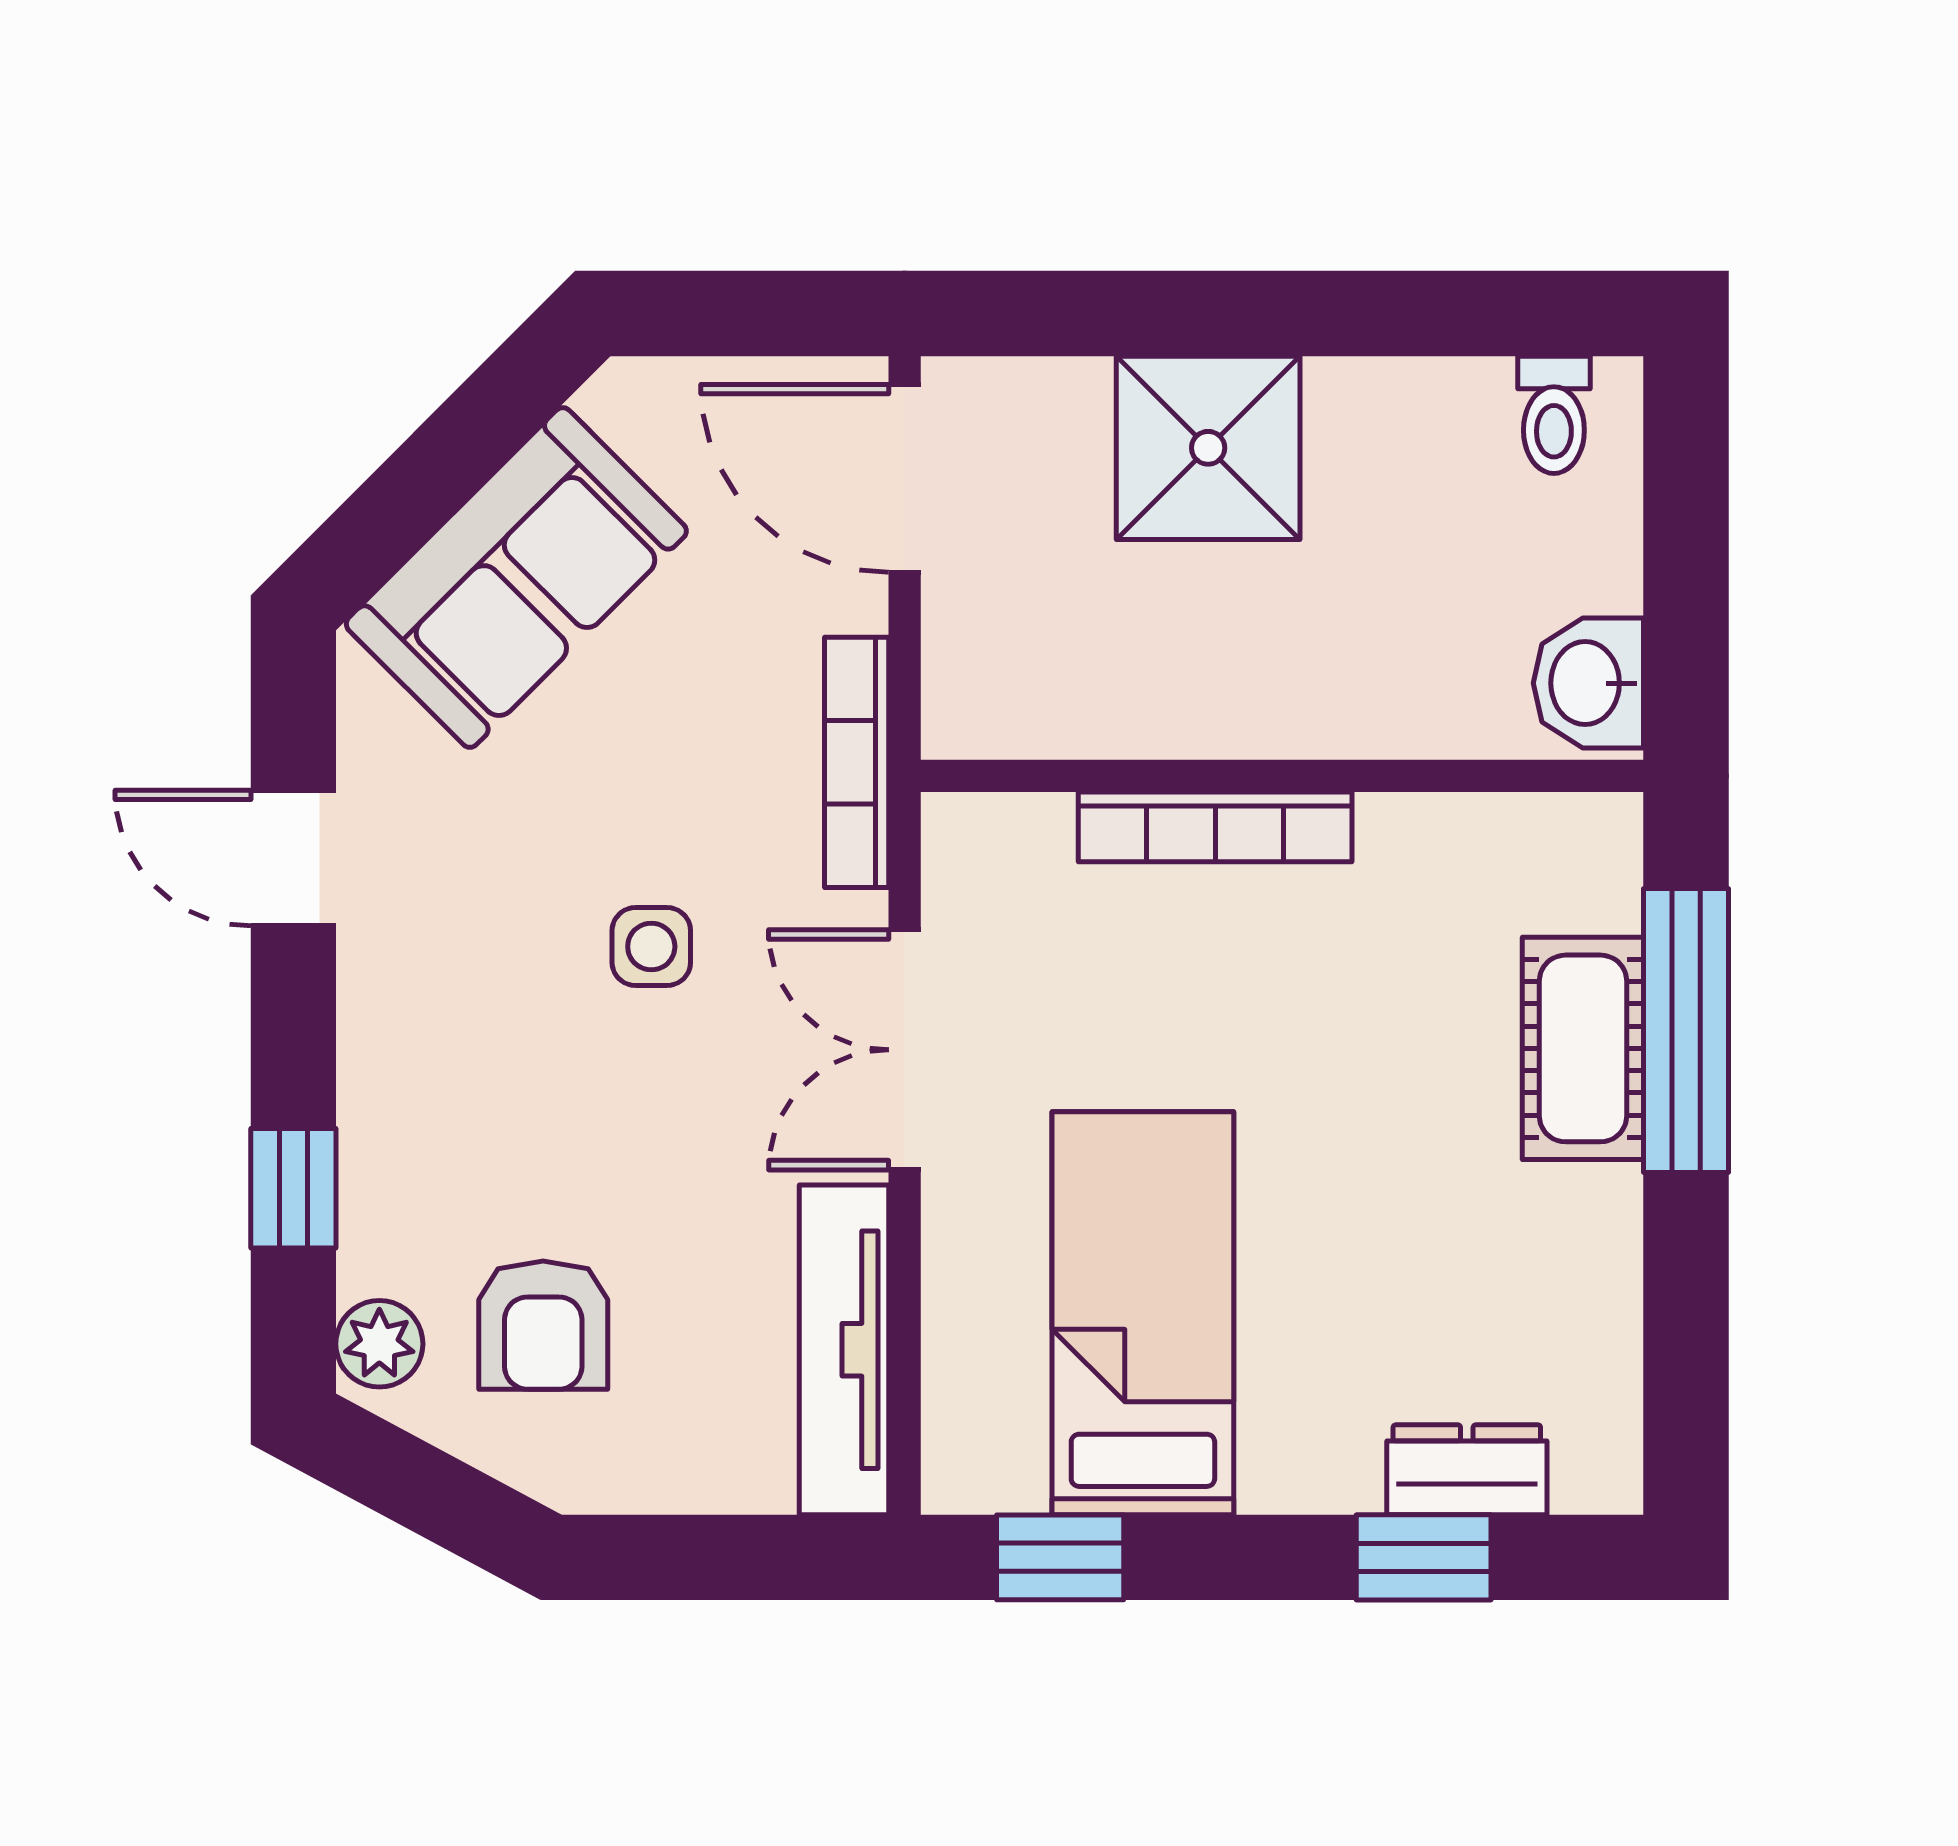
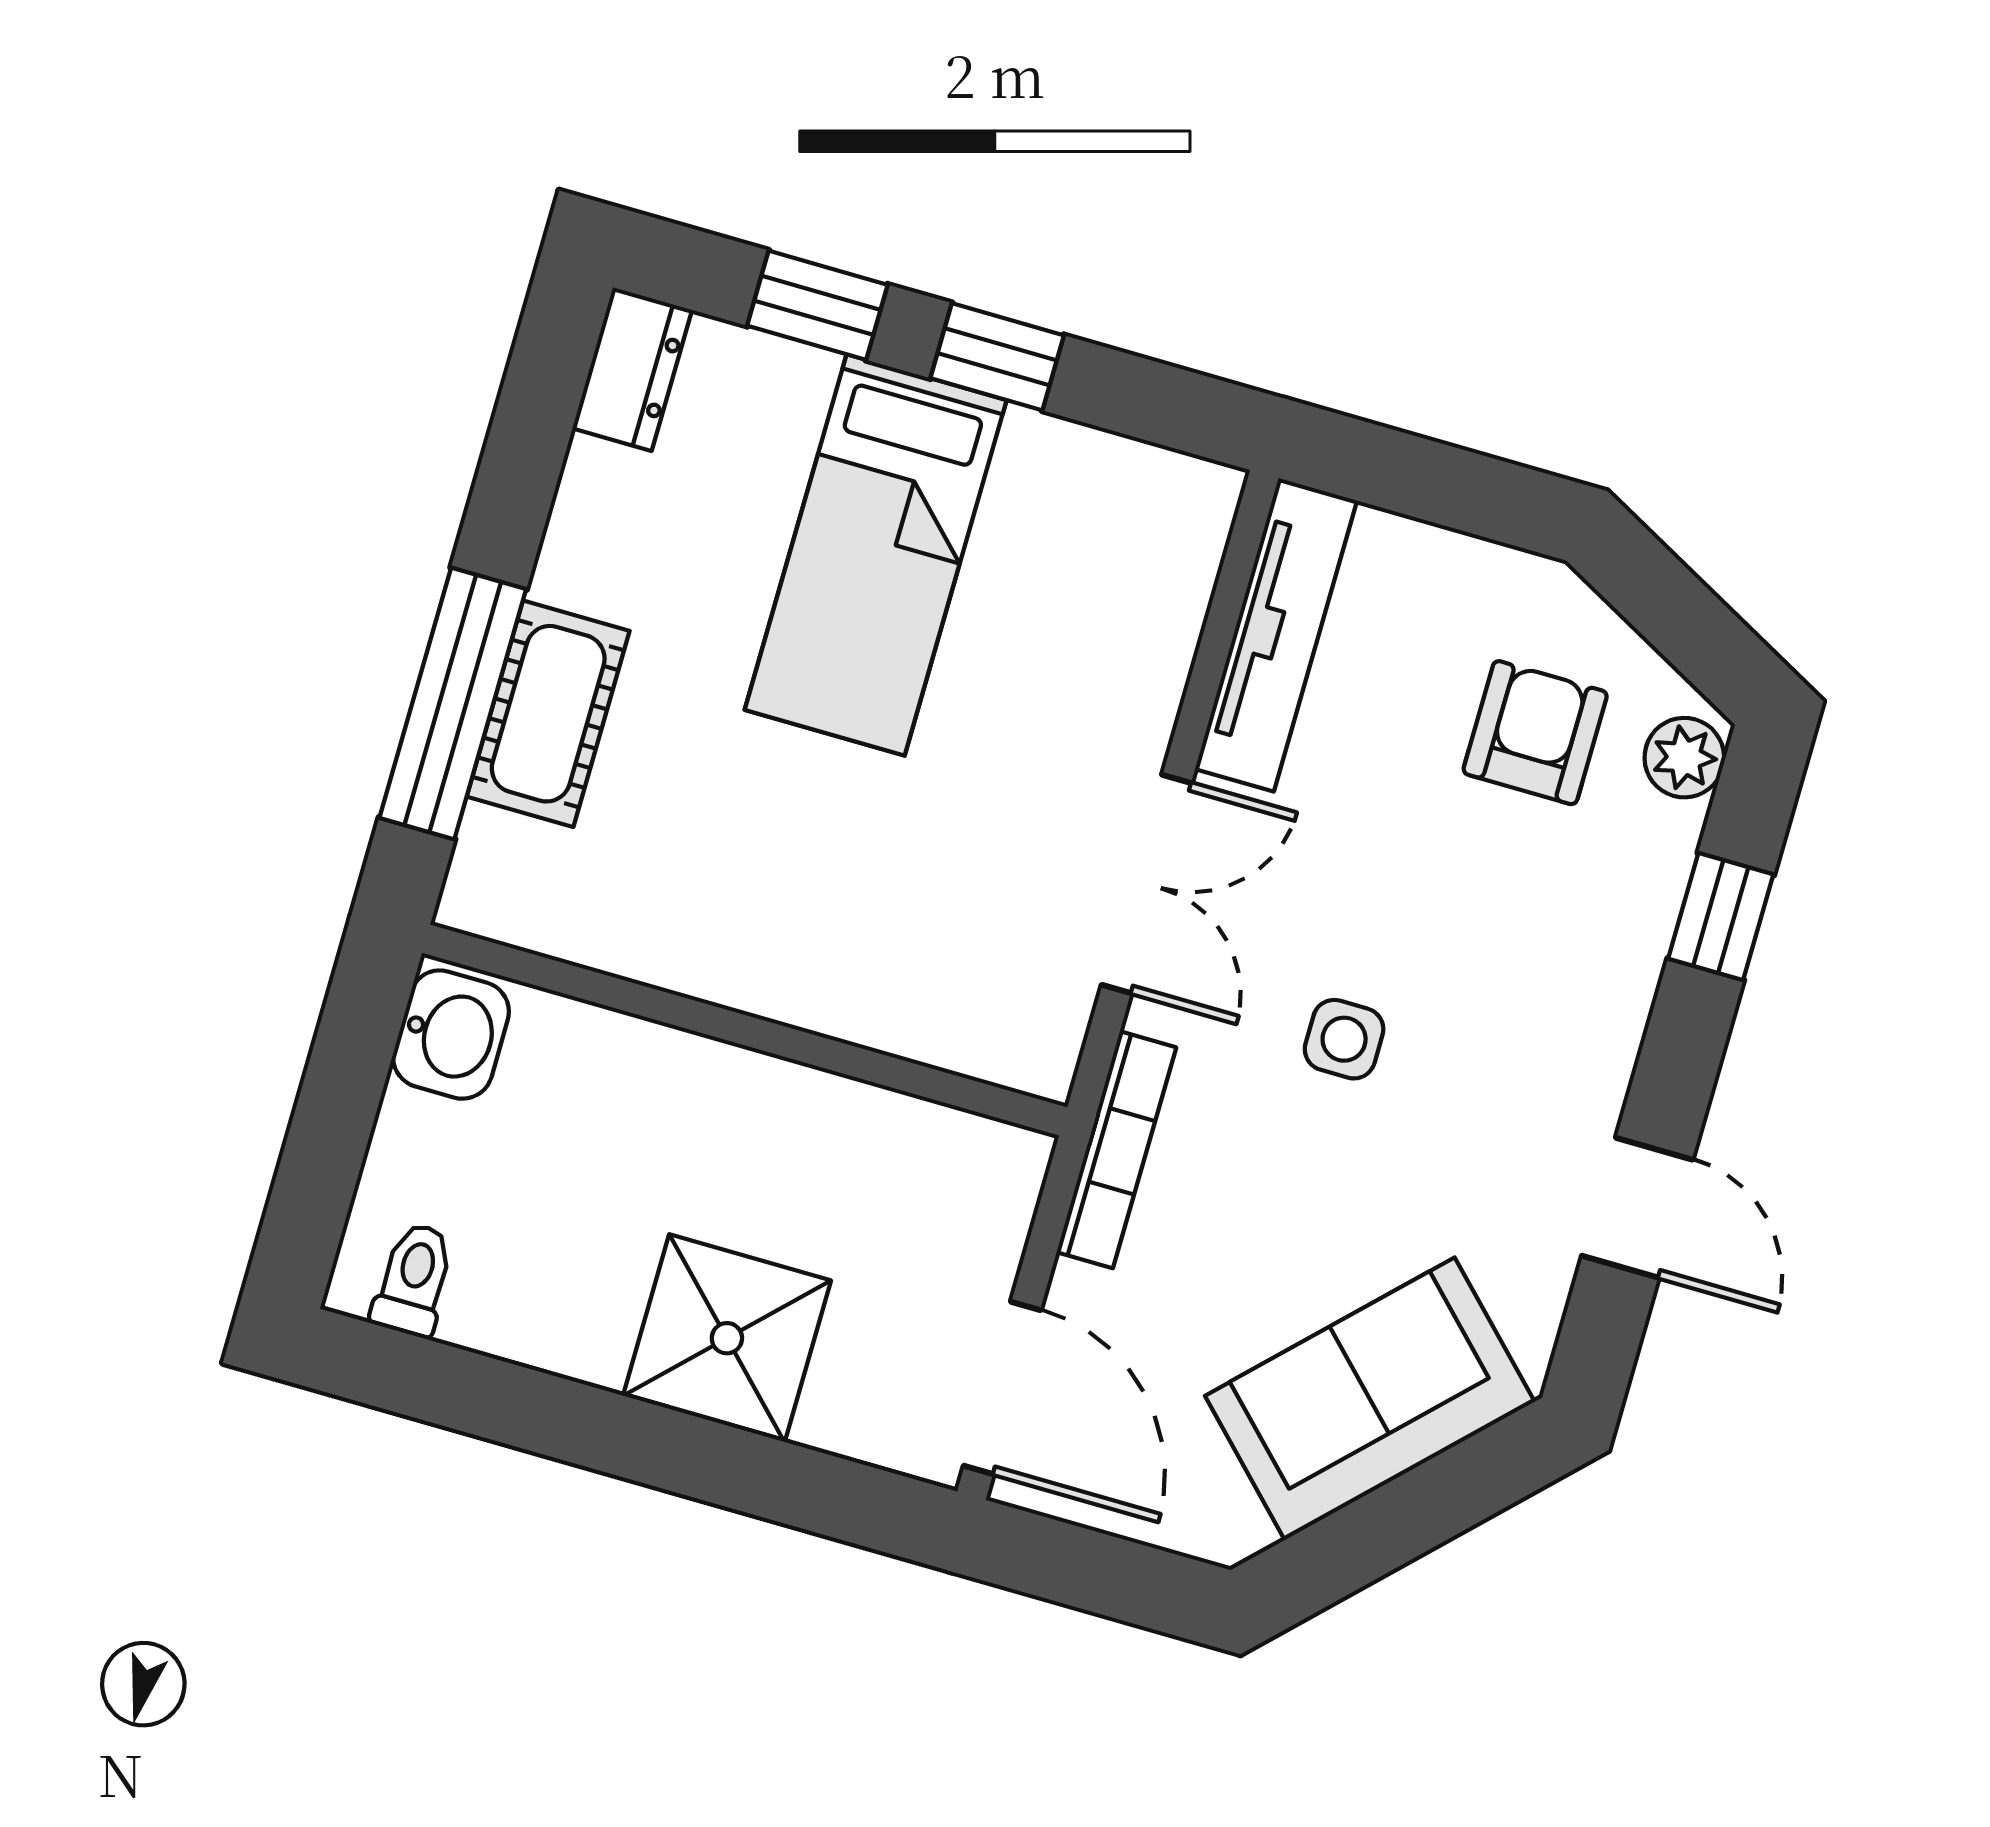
bookcase: (1215, 827) -> (817, 1002), removed
bed: (1143, 1313) -> (876, 555), moved
dresser: (1467, 1470) -> (632, 369), moved, turned -90
window: (1060, 1557) -> (997, 357), moved

